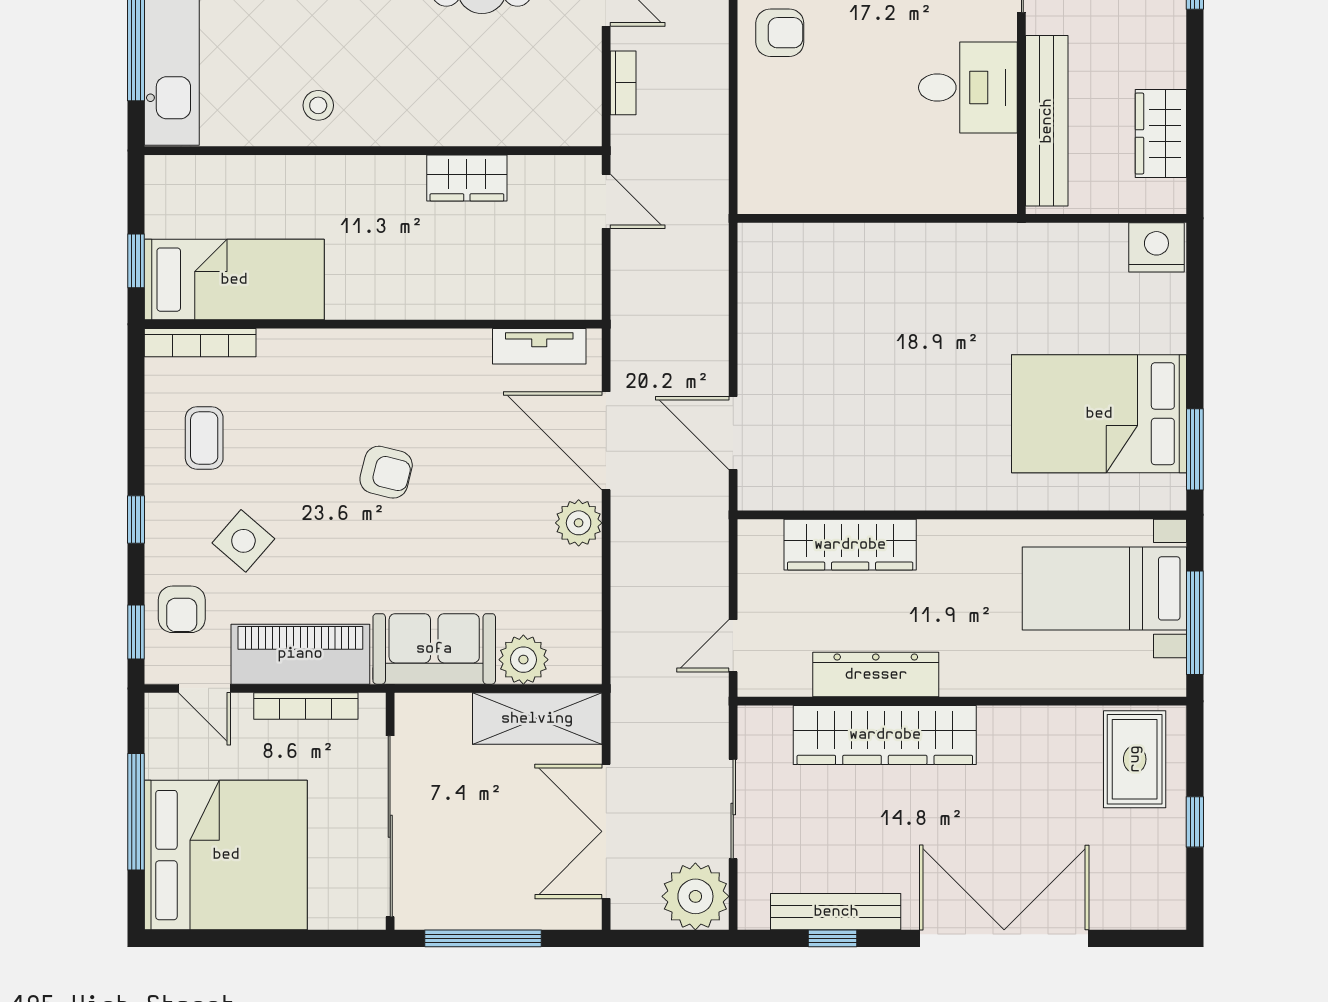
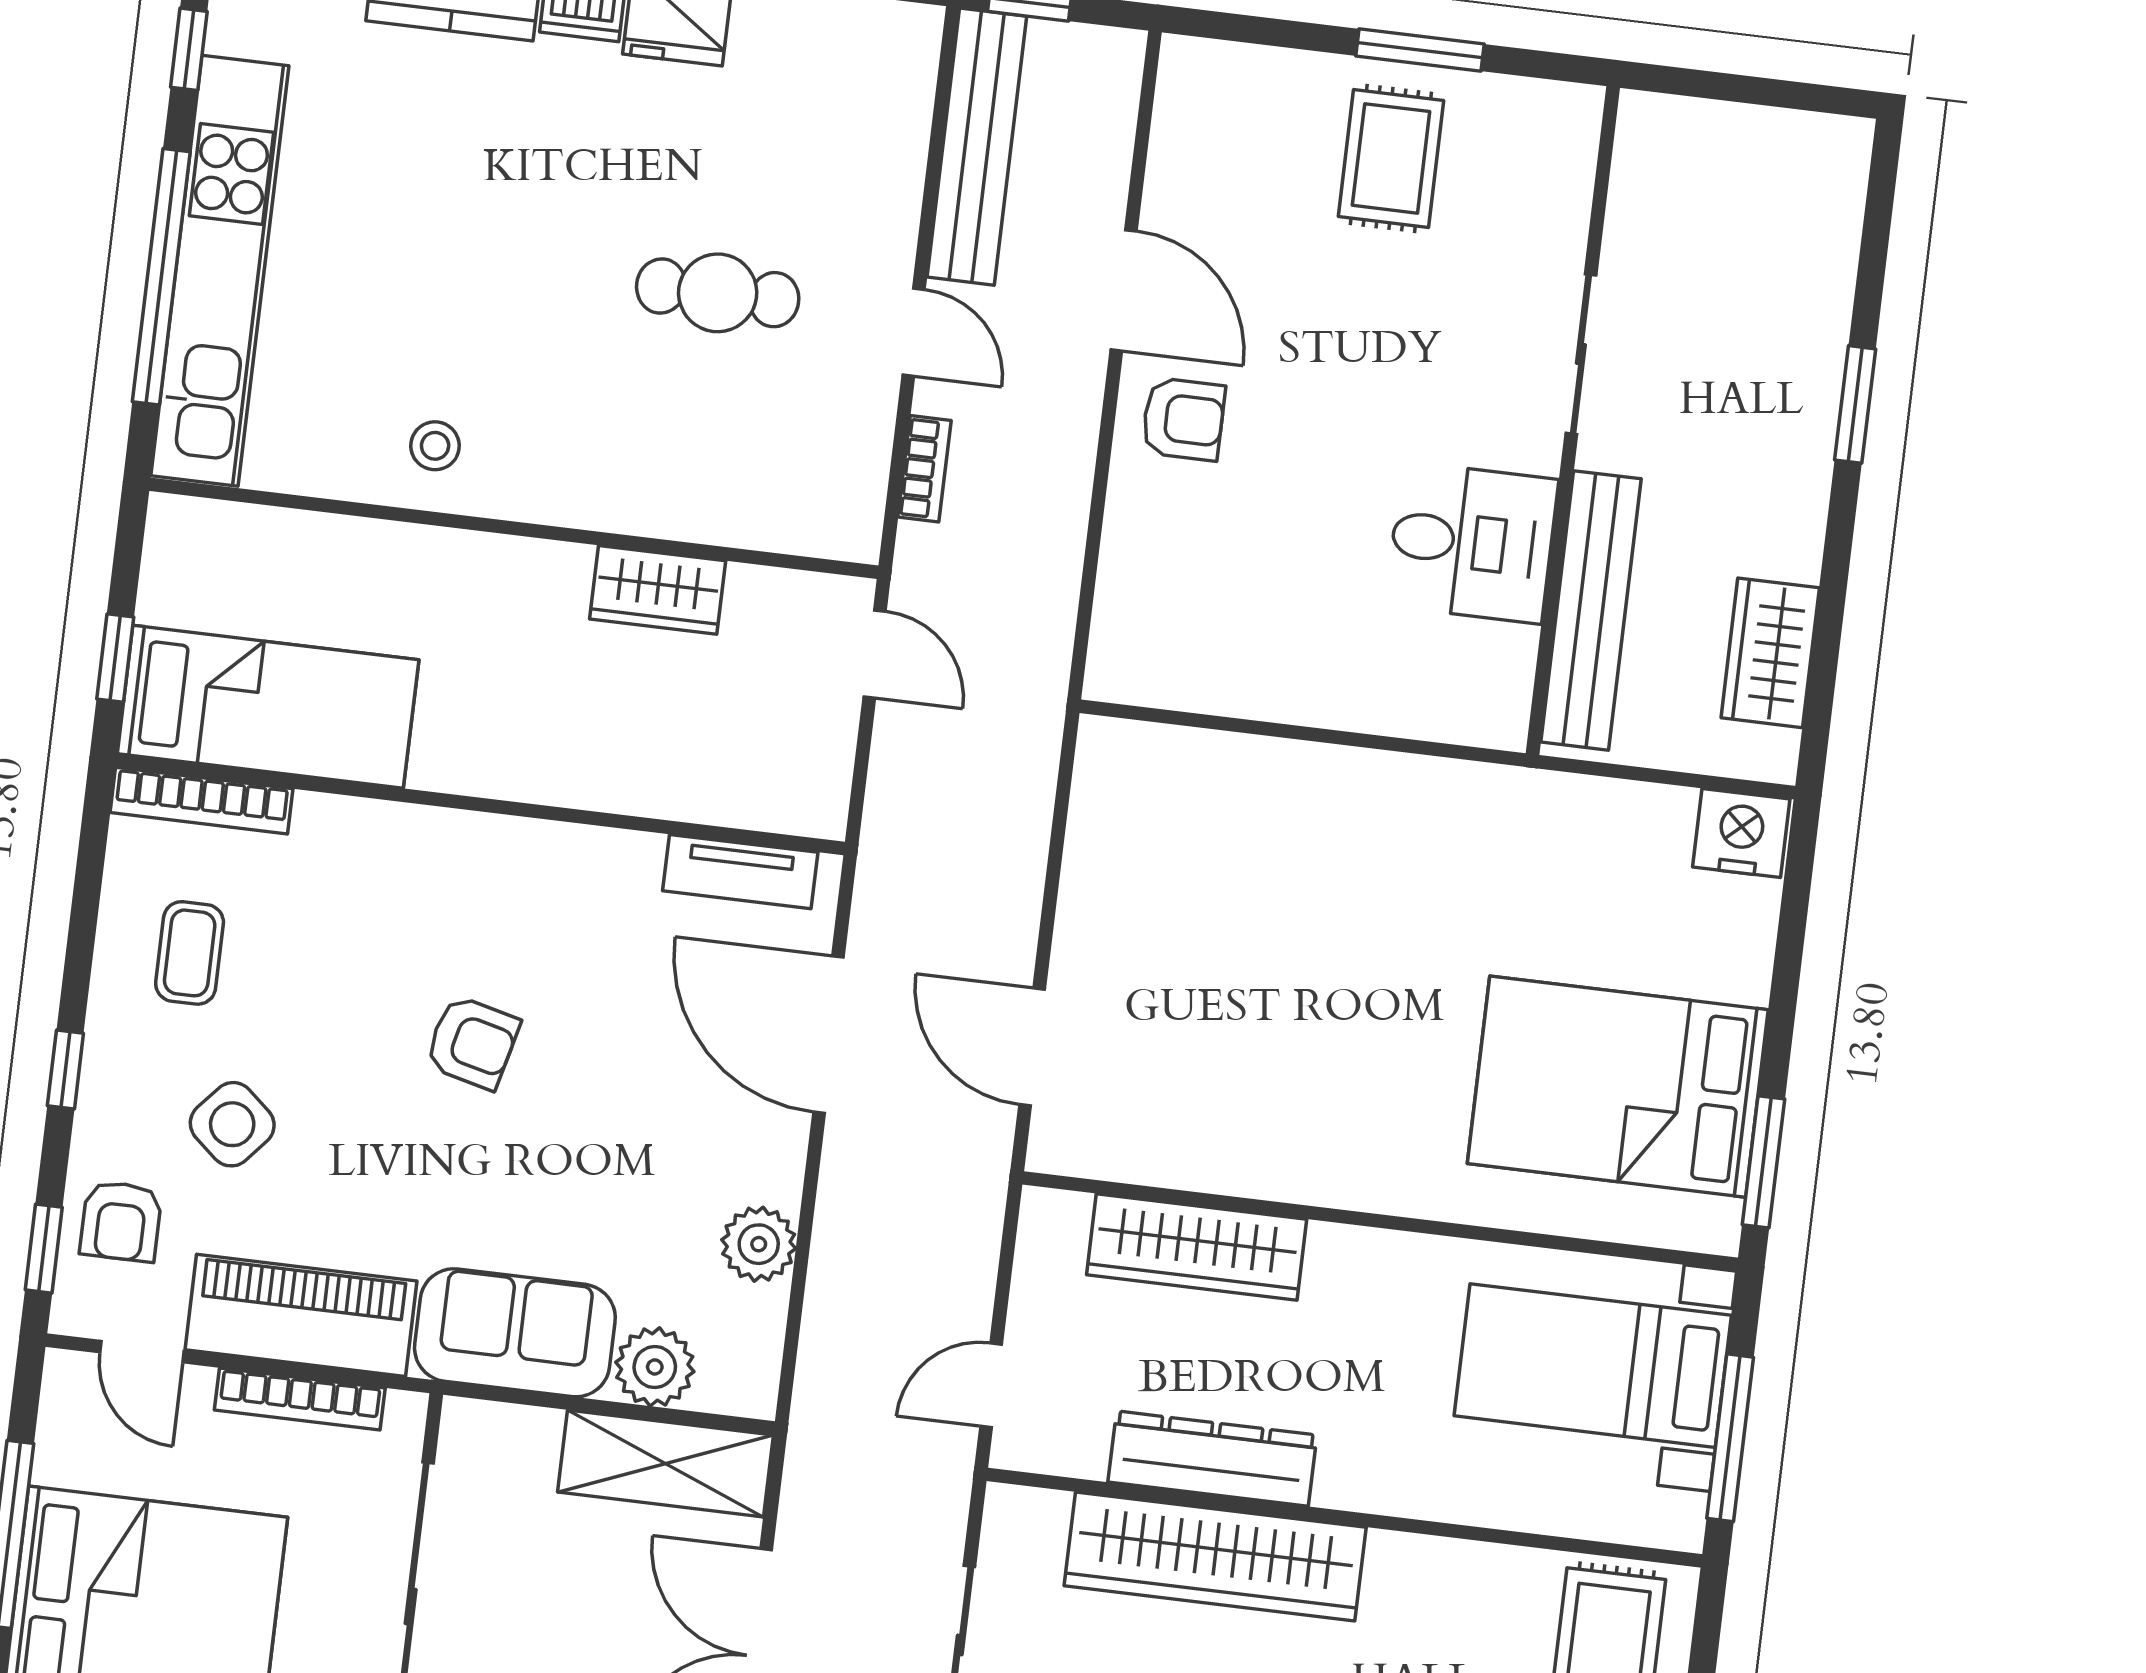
plant: (579, 523) -> (759, 1244), moved

